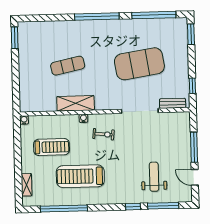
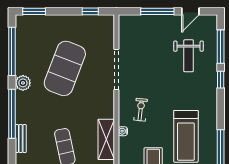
plant: (125, 26) -> (23, 83), added
exercise mat: (139, 64) -> (65, 68), turned 30
bench: (173, 103) -> (21, 139), moved
weight bench: (154, 177) -> (189, 56), turned -90

